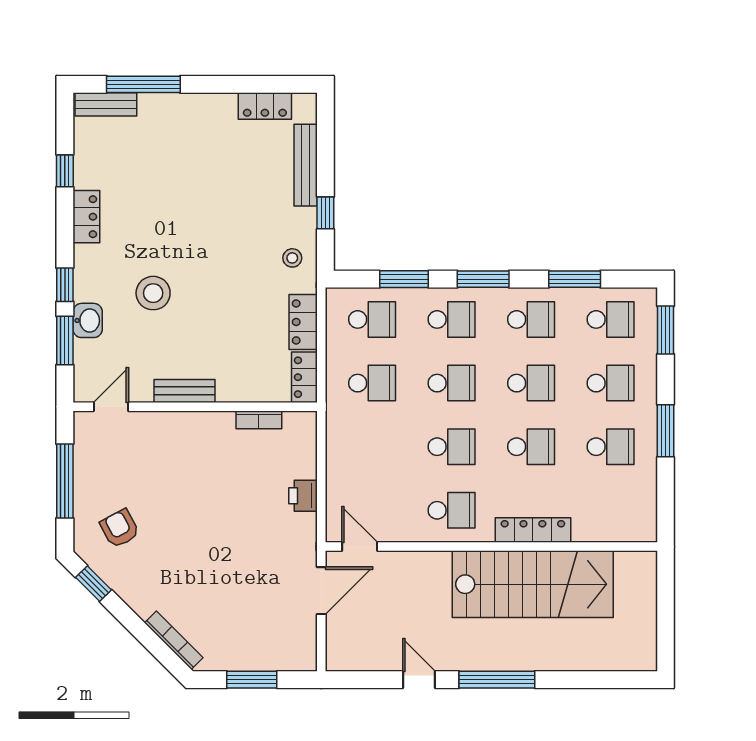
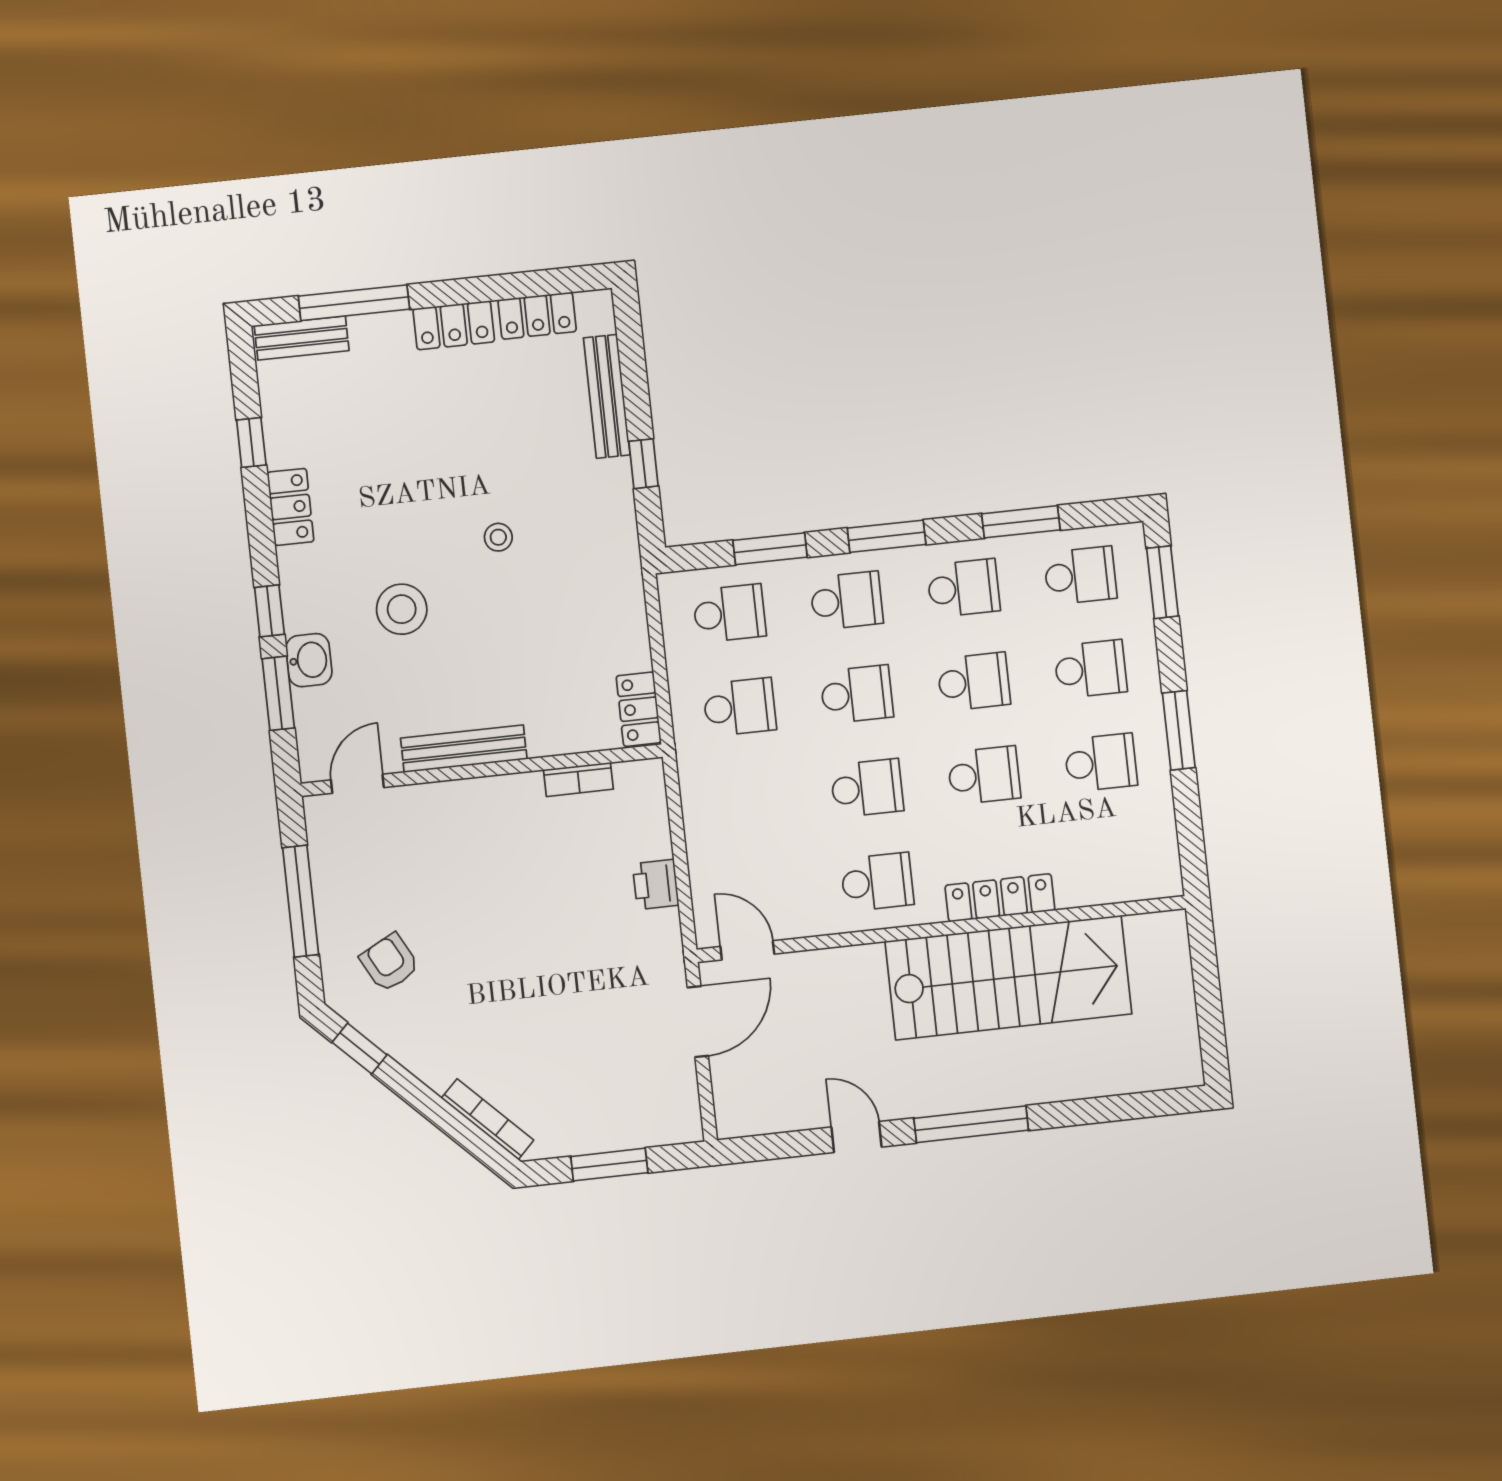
stool: (292, 258) -> (498, 537), moved
locker: (303, 322) -> (454, 325), moved, turned -90
bench: (185, 391) -> (464, 749), width x1.36

